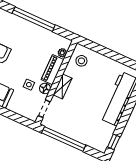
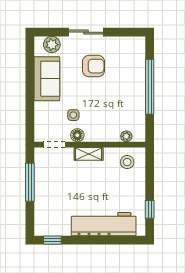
window: (124, 60) -> (150, 209), added
piano: (53, 70) -> (102, 134), removed
window: (64, 139) -> (30, 182), width x0.68

